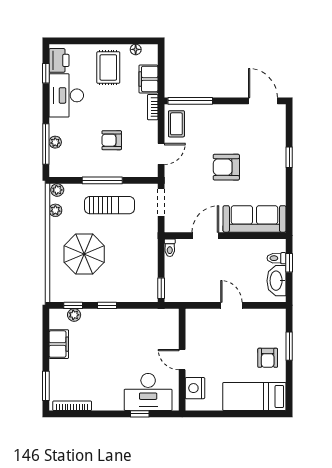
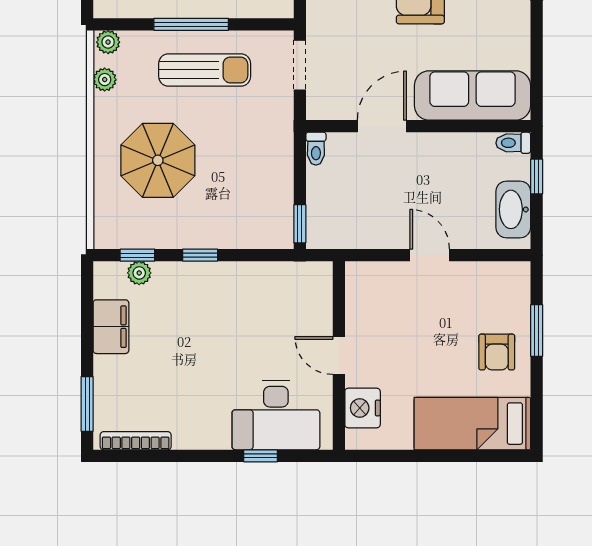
toilet: (277, 258) -> (513, 143), moved

